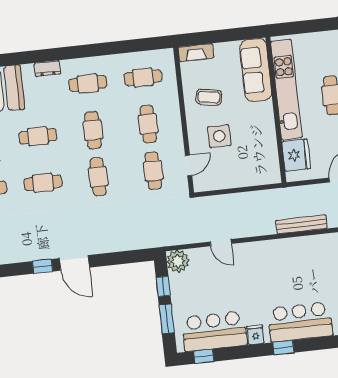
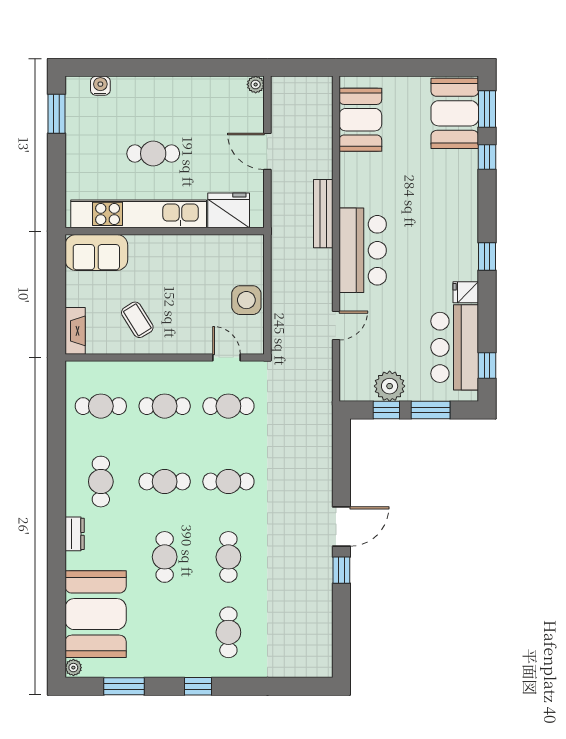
sofa: (256, 70) -> (96, 252), width x0.73
cafe table: (143, 77) -> (101, 406), turned 90
coffee table: (209, 97) -> (137, 320), turned -42
side table: (219, 136) -> (246, 300), moved
plant: (178, 261) -> (390, 386), moved
bar counter: (300, 322) -> (363, 250), moved, turned 180

